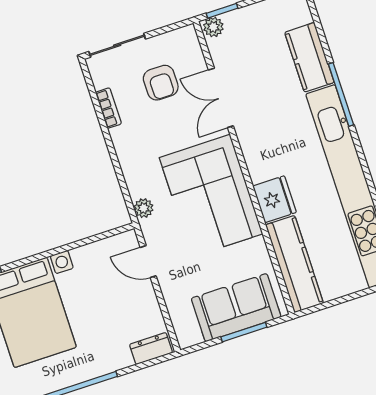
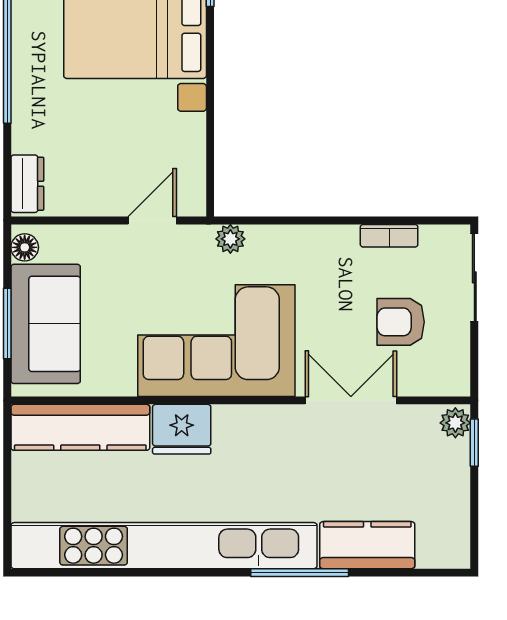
floor lamp: (192, 337) -> (25, 247), added

